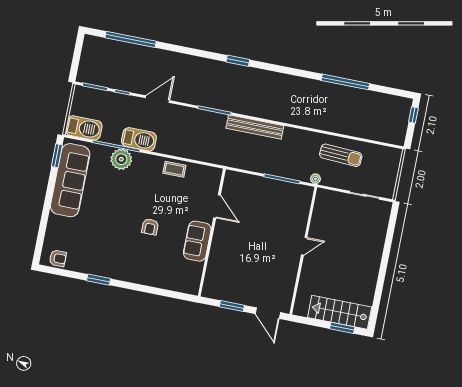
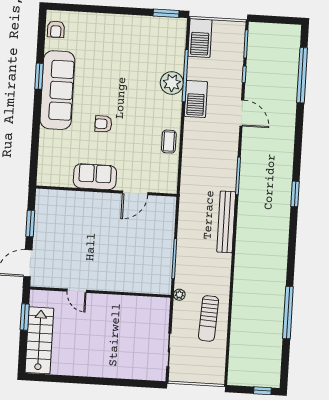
sofa: (70, 180) -> (57, 90), moved, turned -90
door: (304, 246) -> (77, 291), moved
window: (342, 328) -> (25, 317), moved

